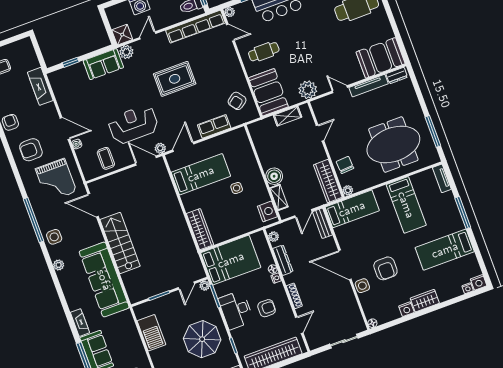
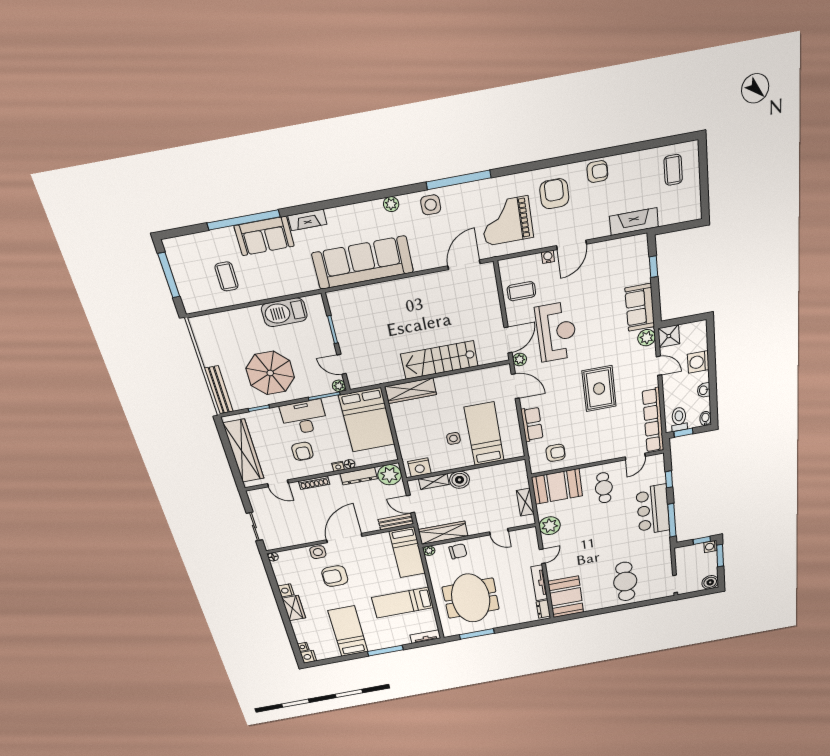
plant: (230, 12) -> (658, 459), removed
armchair: (237, 101) -> (556, 453), turned 126
bed: (201, 174) -> (484, 434), moved, turned 180
plant: (274, 237) -> (390, 475), width x1.88, depth x1.88
stairs: (120, 243) -> (439, 360), moved, turned 180

